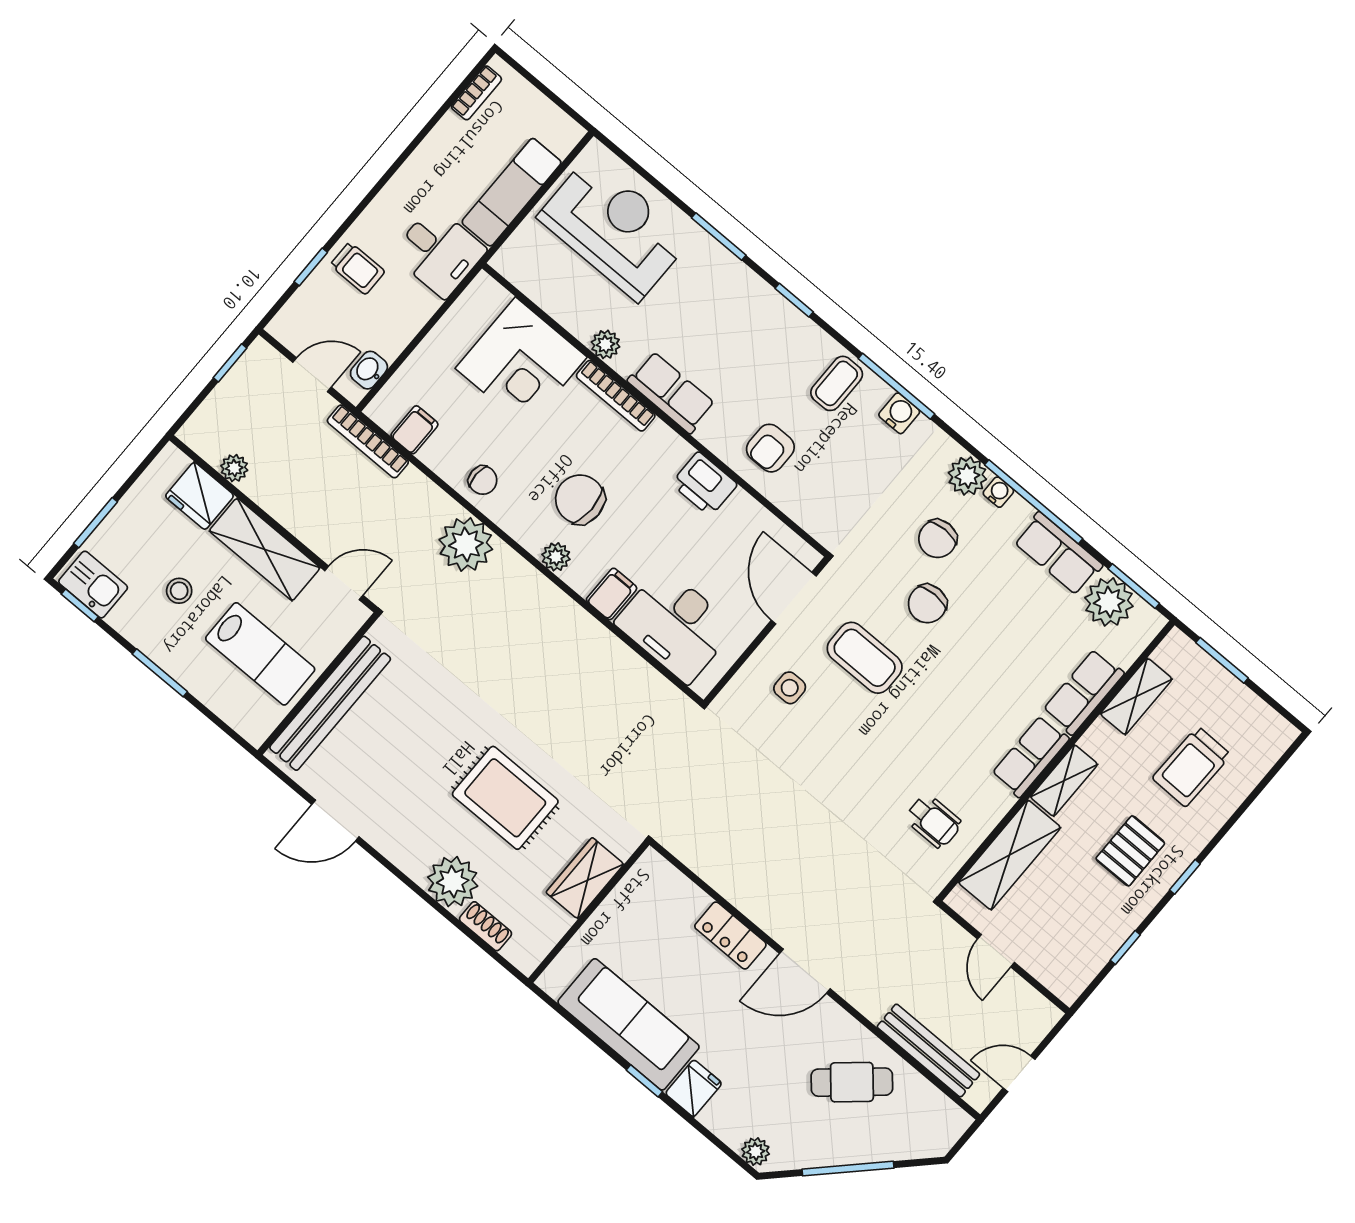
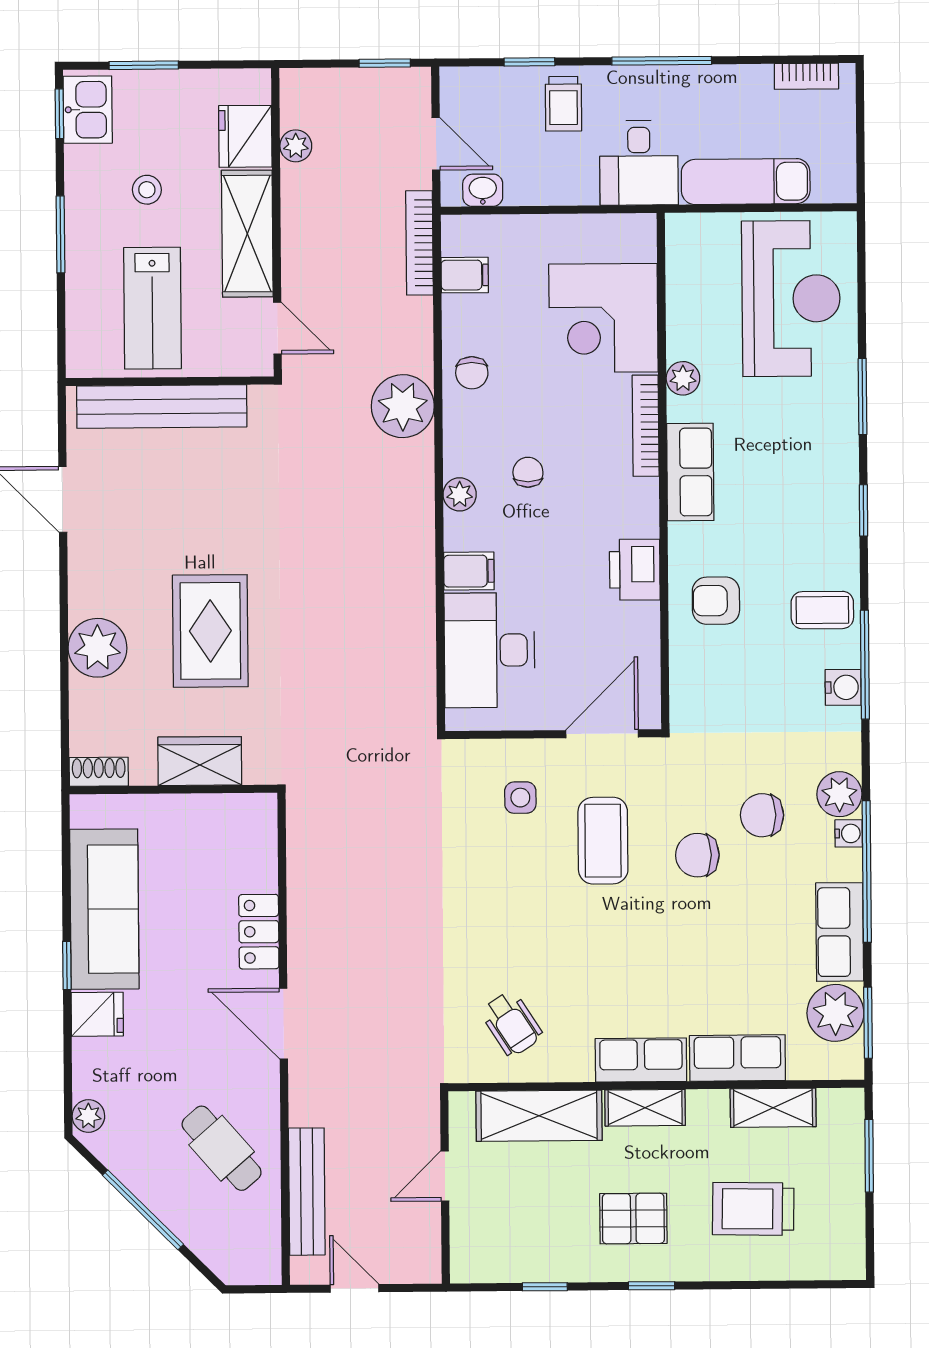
window: (385, 179) -> (662, 61), added
chair: (580, 499) -> (528, 472), width x0.54, depth x0.54
wheelchair: (933, 821) -> (512, 1024), turned -33
shoe rack: (485, 926) -> (99, 772), moved, turned -90

